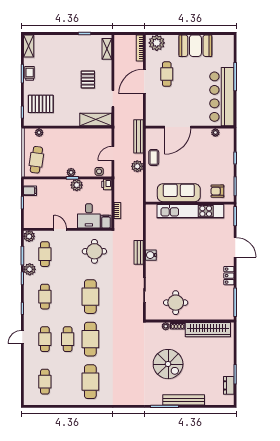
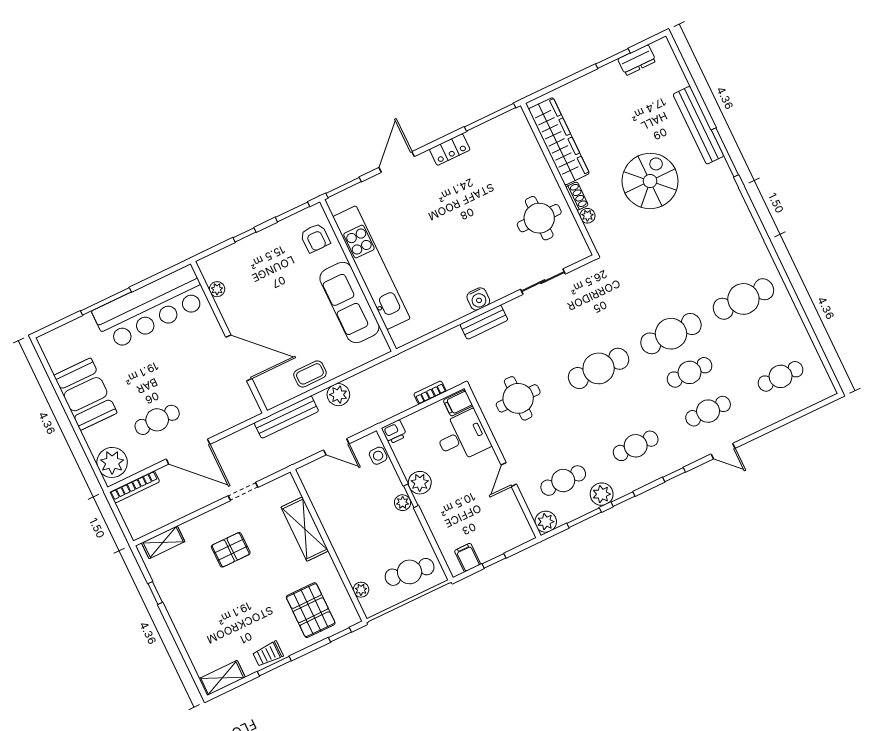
shelving: (96, 120) -> (305, 529), moved

